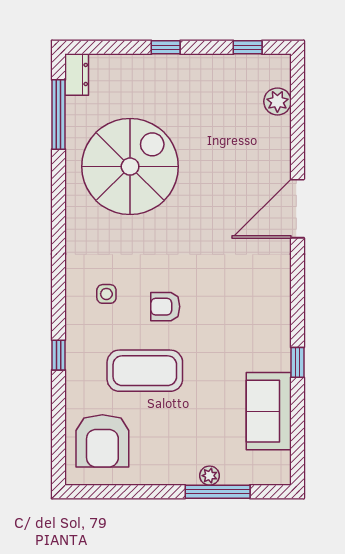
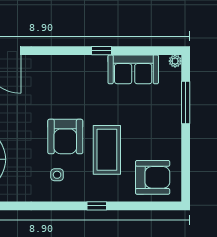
armchair: (165, 307) -> (65, 136), width x1.88, depth x1.88
plant: (210, 476) -> (175, 61), moved

